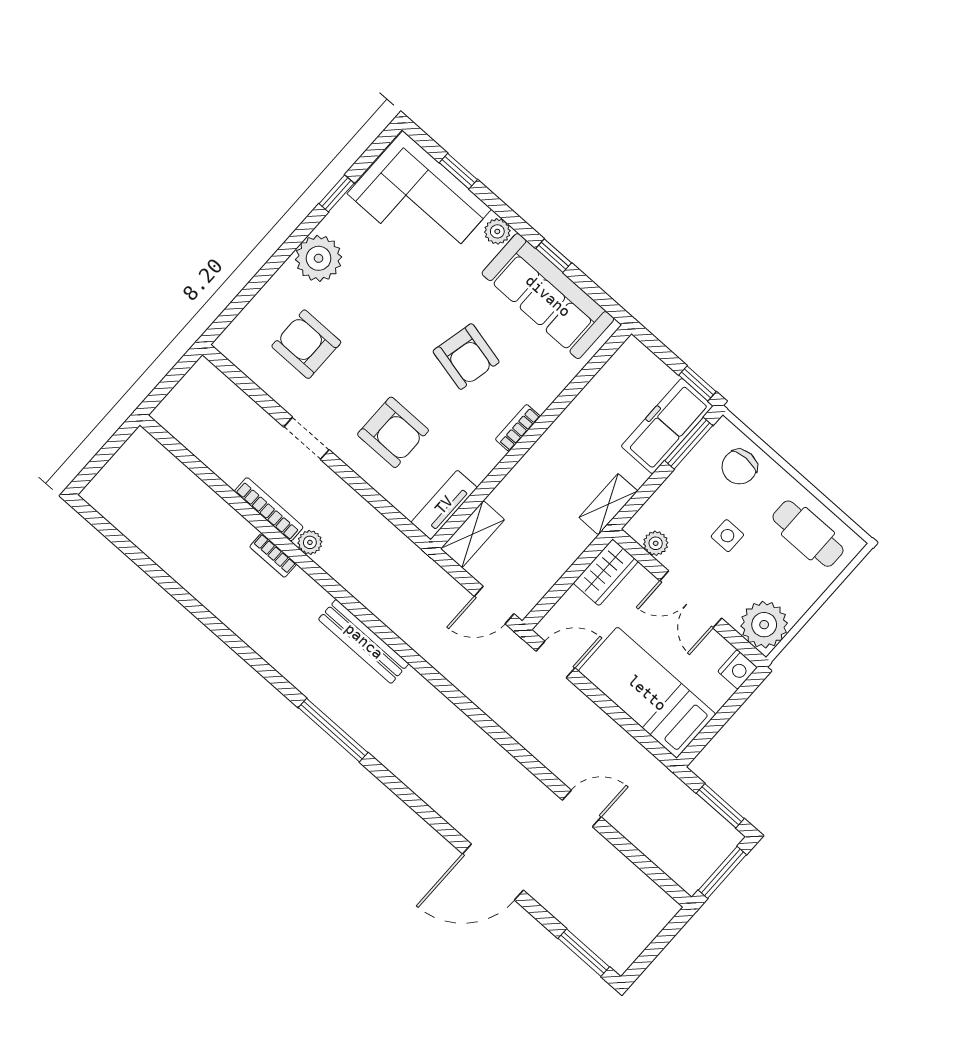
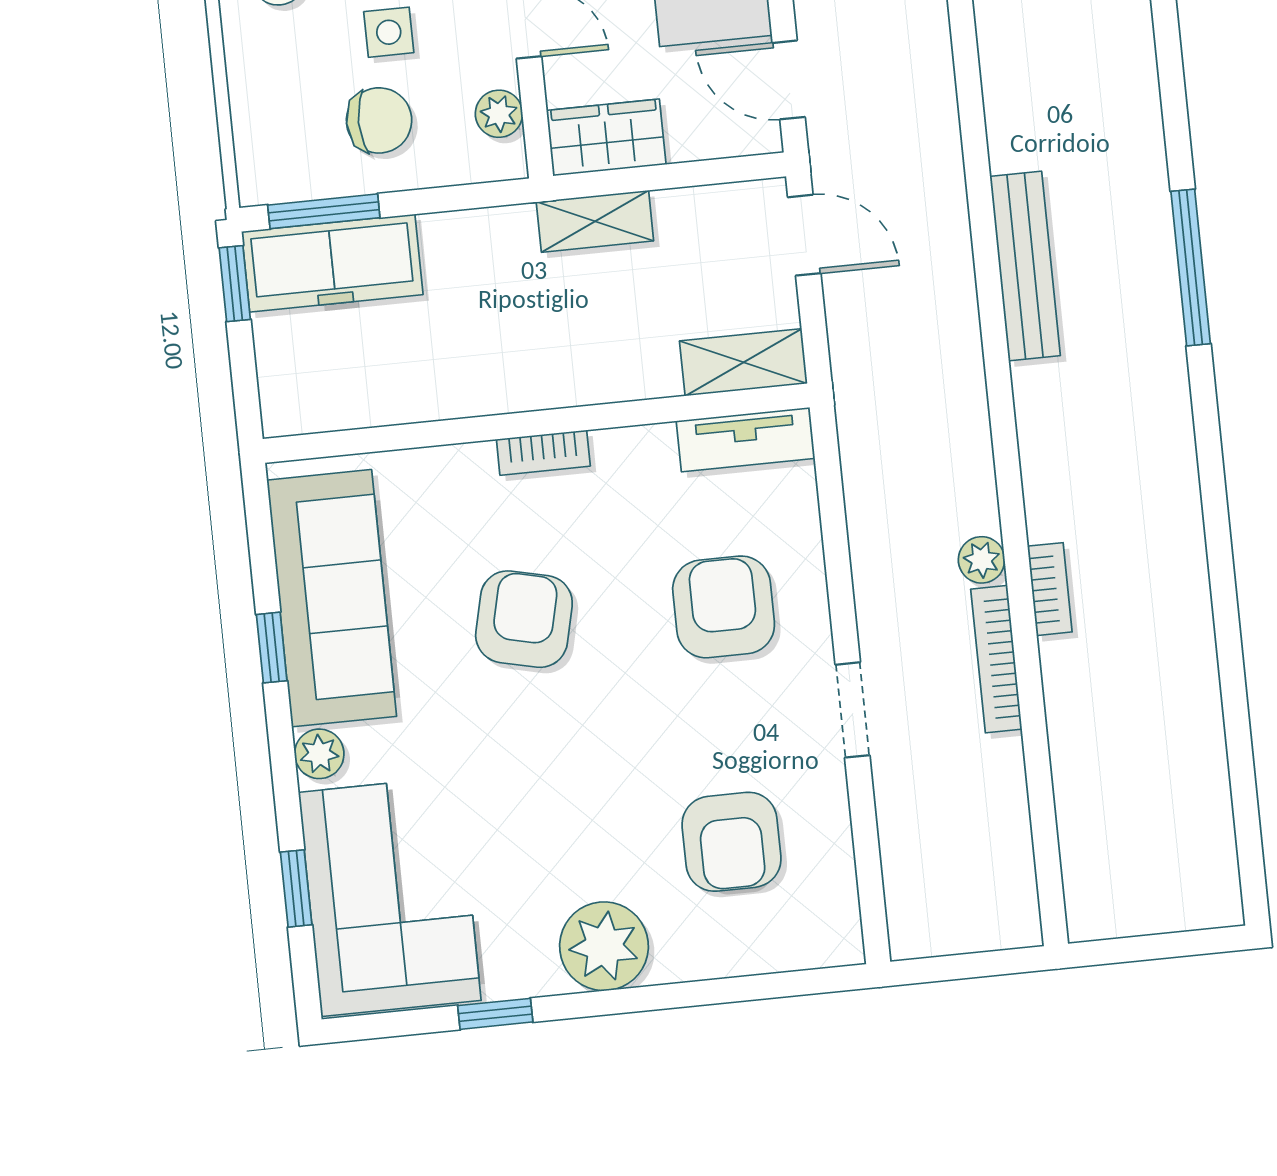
chair: (739, 467) -> (379, 120), moved
shelving: (608, 504) -> (595, 221), moved
bench: (364, 641) -> (1025, 266), moved

